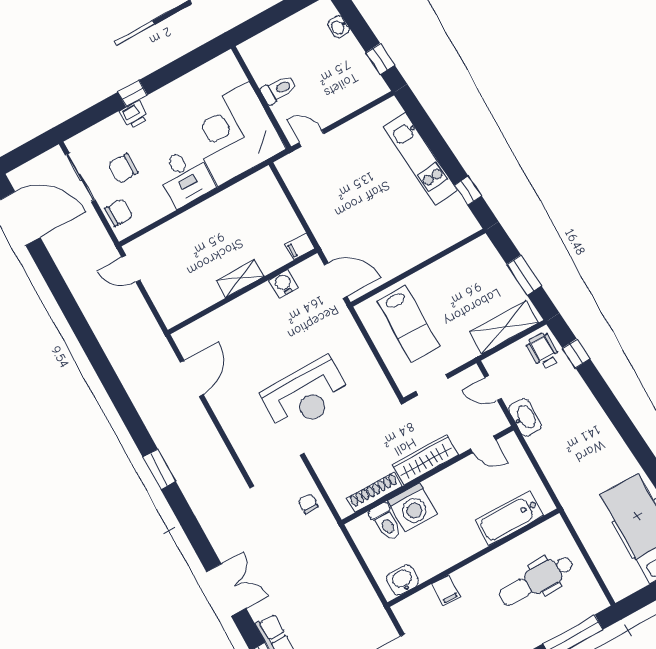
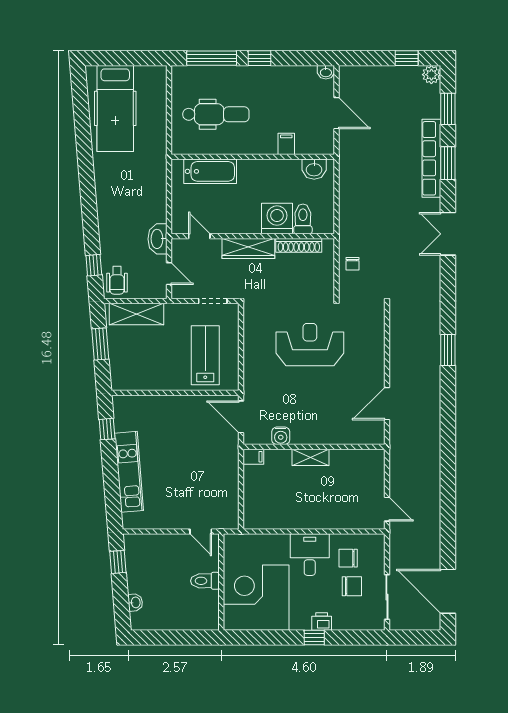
corner desk: (234, 134) -> (256, 598), moved, turned 180
chair: (119, 213) -> (348, 558), moved

